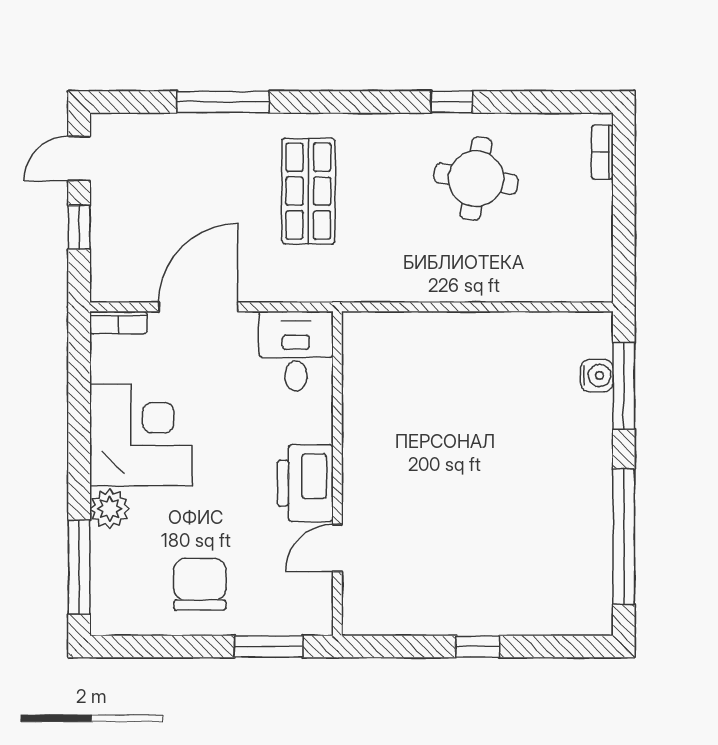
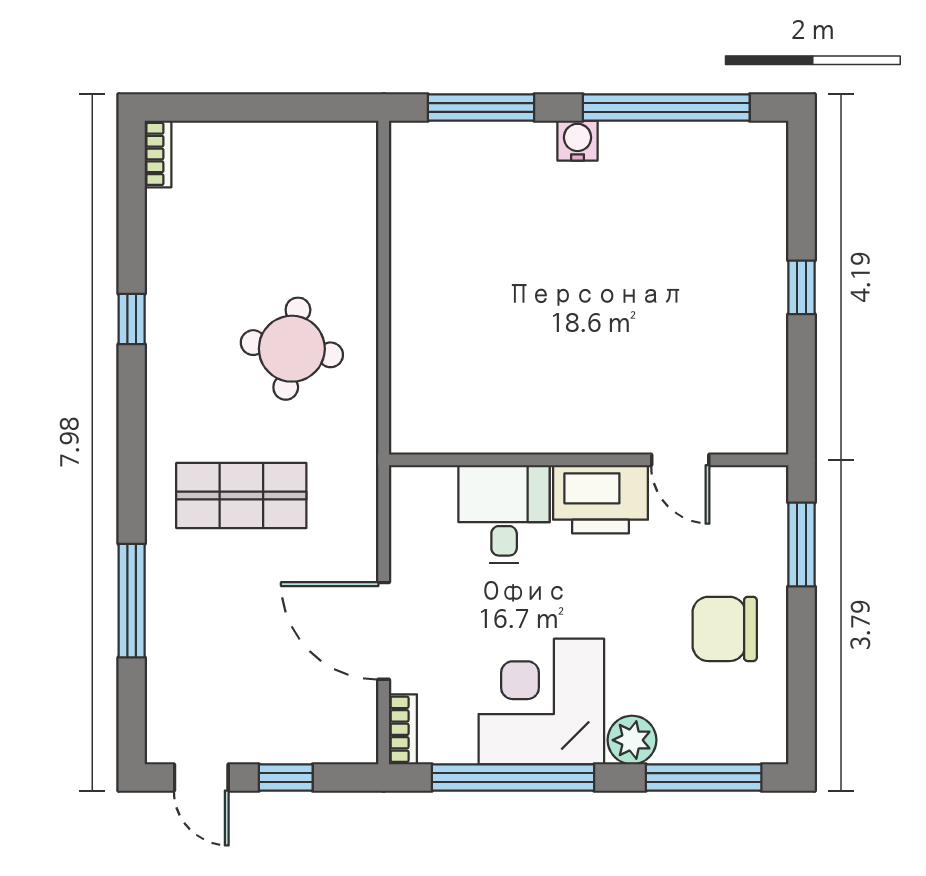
bookcase: (602, 152) -> (158, 154), moved, turned -90
round table: (476, 179) -> (292, 349), moved
desk: (296, 351) -> (504, 514), moved, turned 90
water cooler: (597, 376) -> (578, 141), moved
window: (79, 412) -> (513, 777), added

